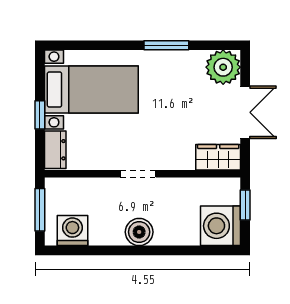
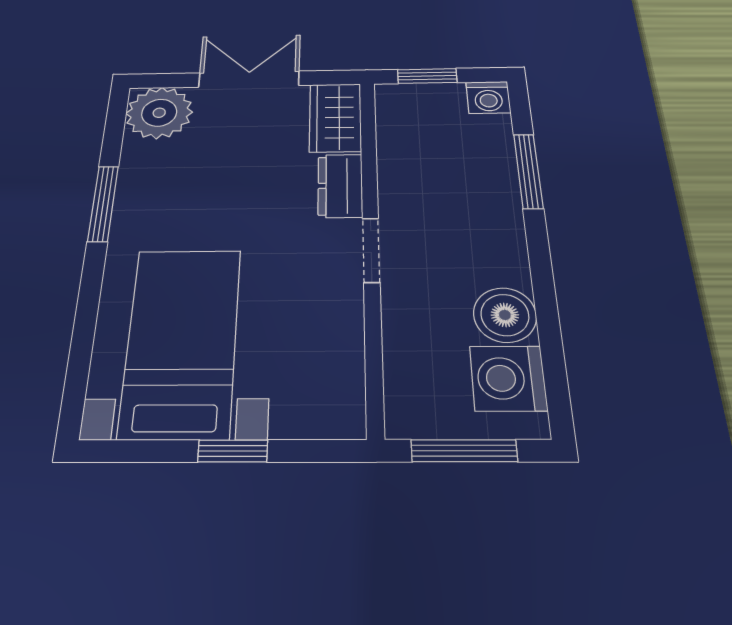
dresser: (55, 150) -> (340, 186), moved, turned -90
washing machine: (220, 226) -> (488, 97), width x0.53, depth x0.53
boiler: (139, 232) -> (505, 315), moved
window: (183, 250) -> (528, 171), added

